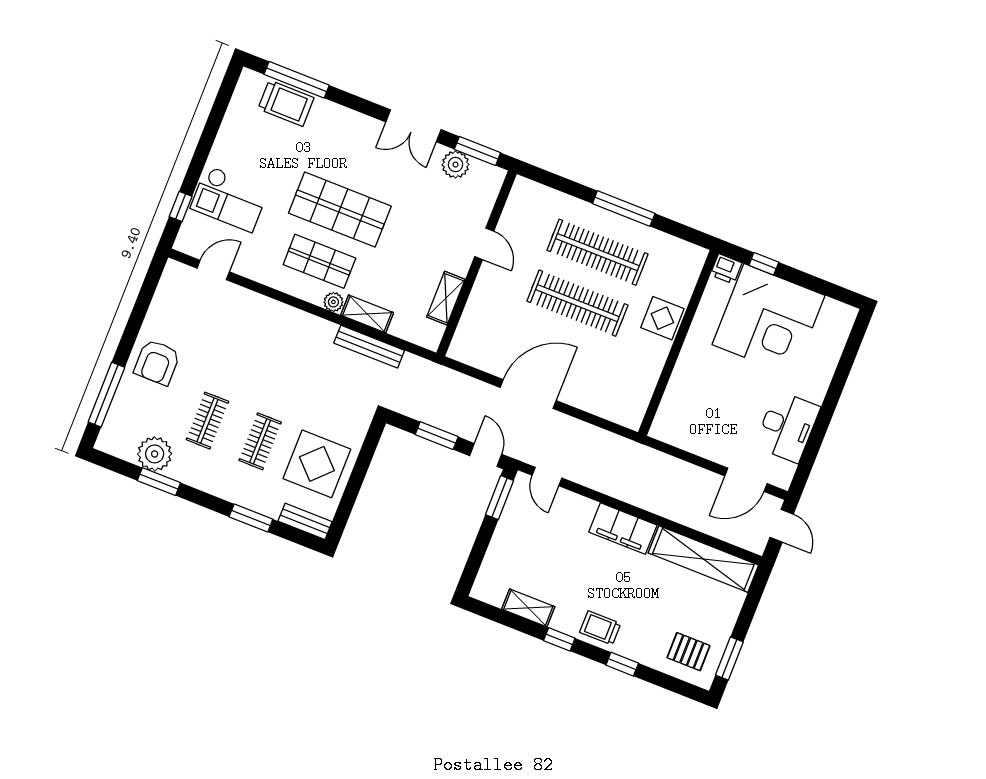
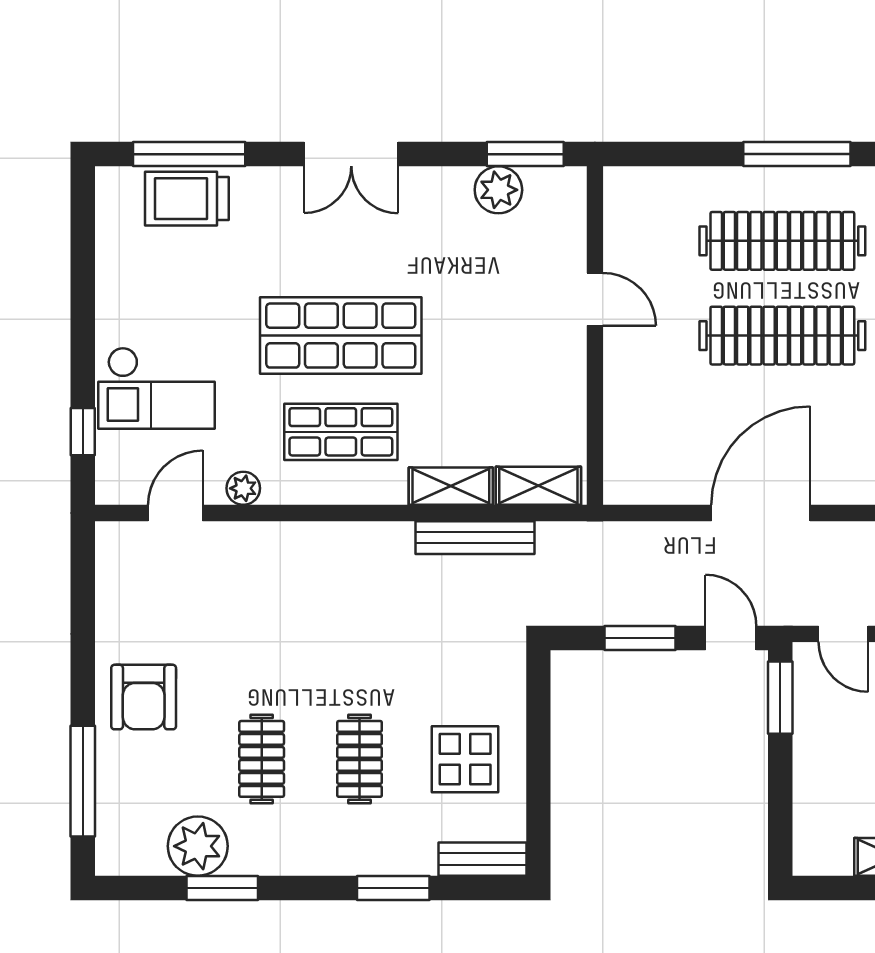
trolley: (286, 103) -> (187, 199), turned 180
double door: (413, 126) -> (351, 154), moved
shelving: (446, 298) -> (538, 486), moved, turned 90
plant: (333, 302) -> (243, 488), moved
display table: (317, 464) -> (465, 759), width x0.73, depth x0.73

